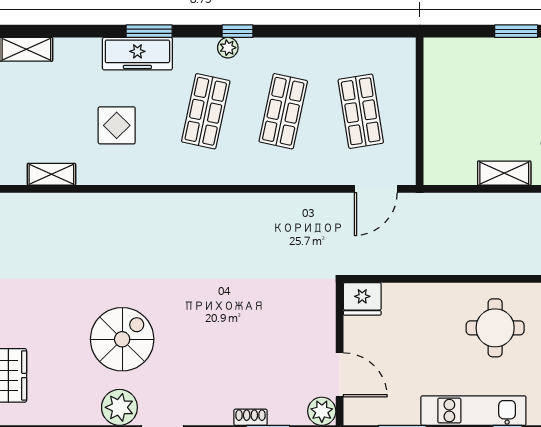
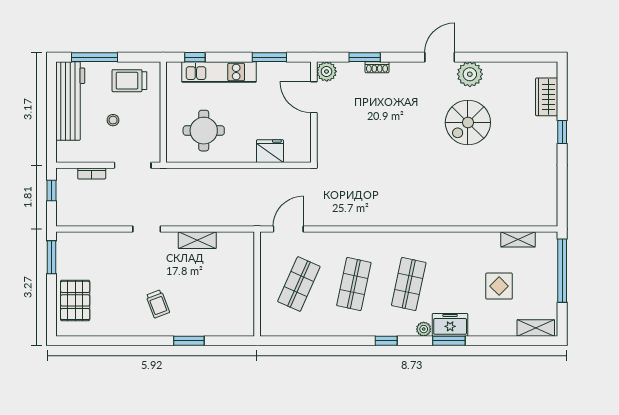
plant: (228, 48) -> (424, 329), moved
freezer: (137, 54) -> (450, 325), width x0.71
shop shelf: (361, 111) -> (299, 284), turned 33
display table: (117, 125) -> (499, 286), moved
fridge: (362, 299) -> (270, 151), moved

